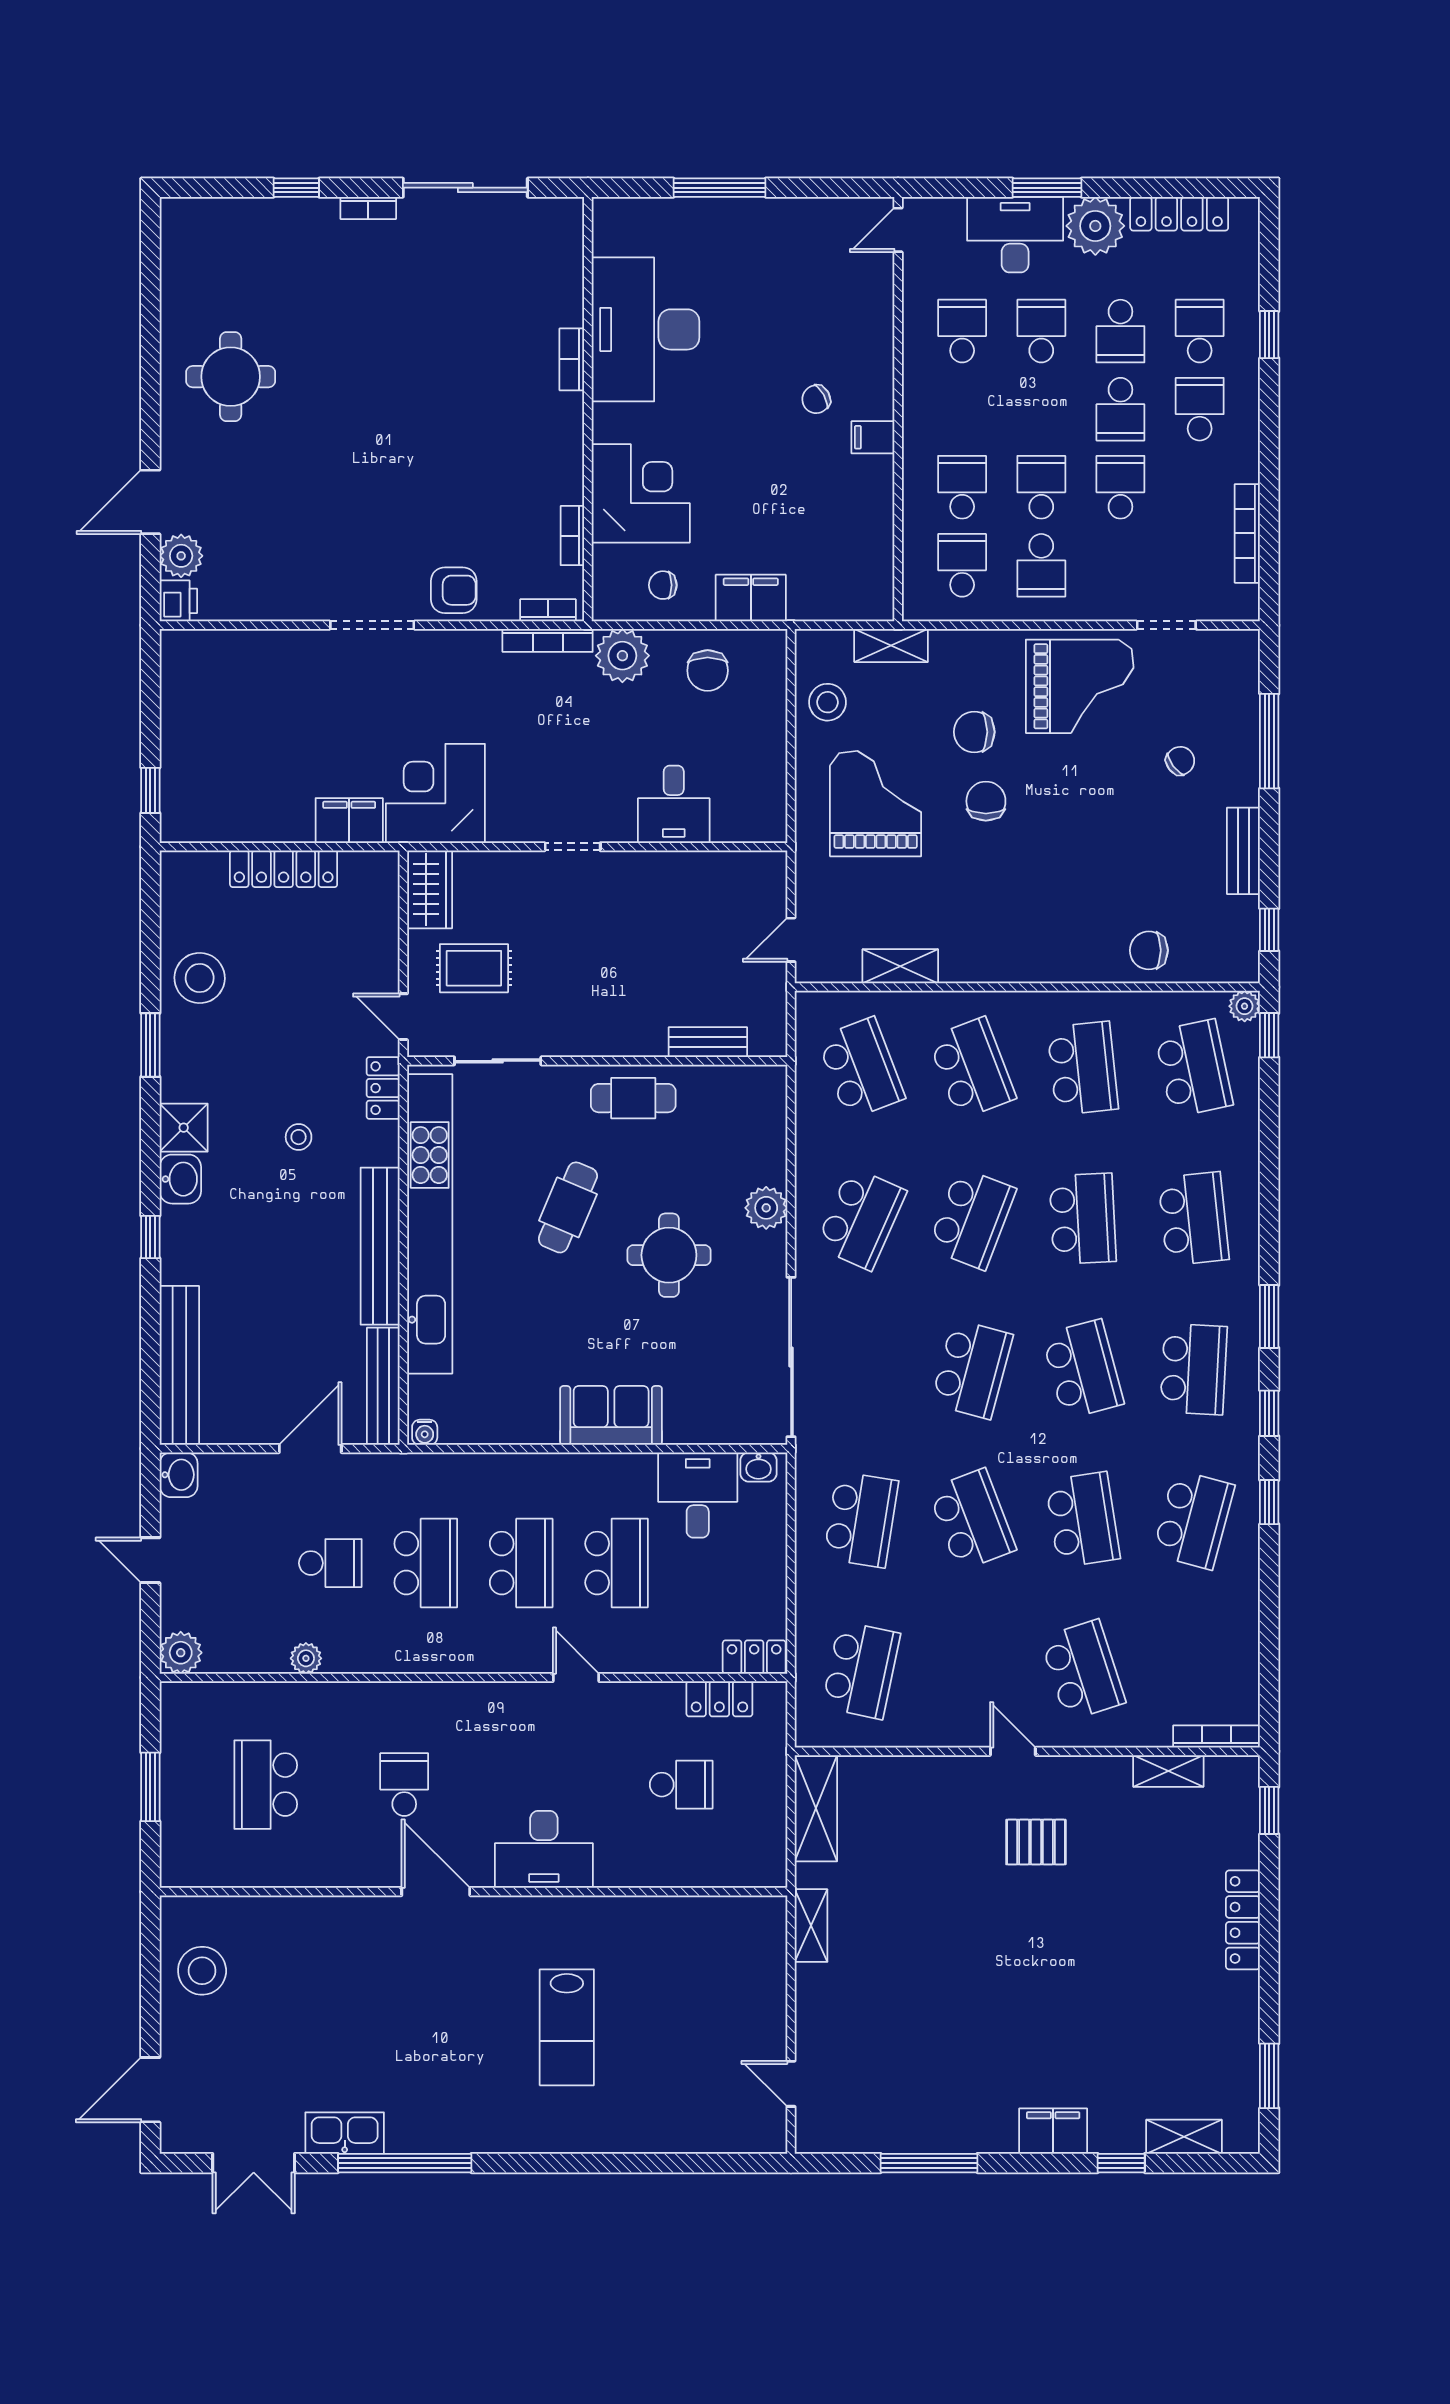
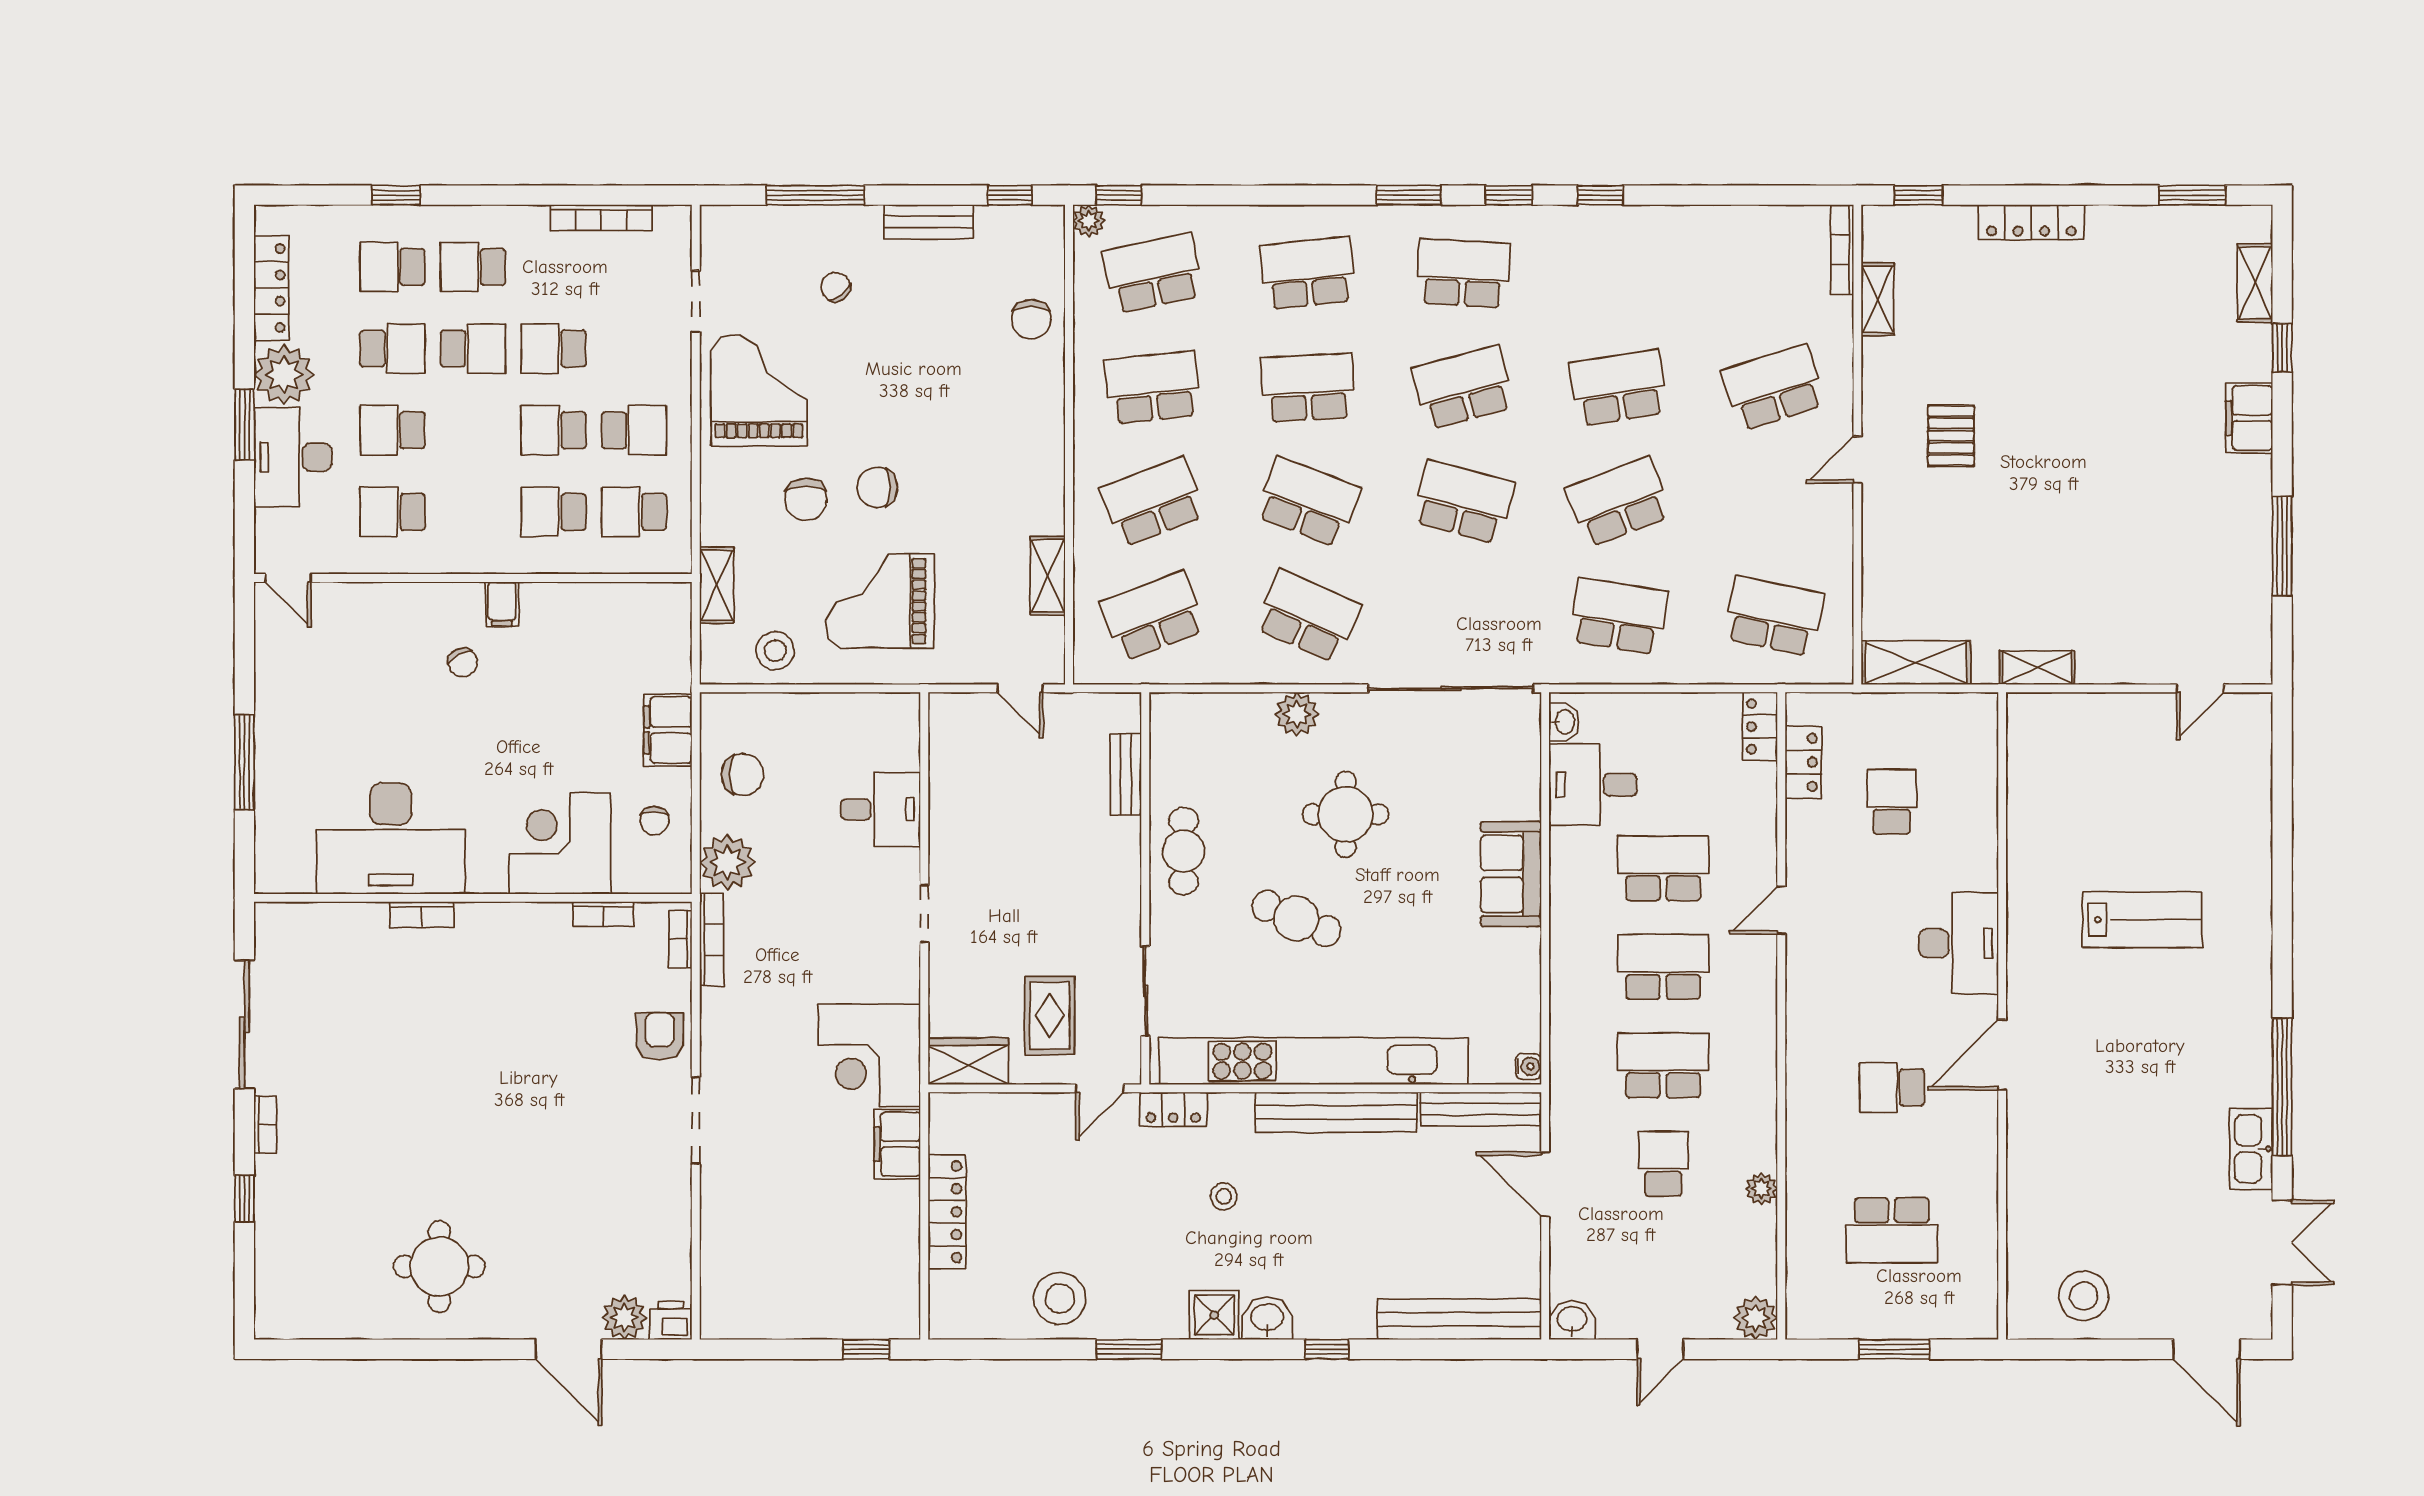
school desk: (1194, 1520) -> (1618, 273), removed

